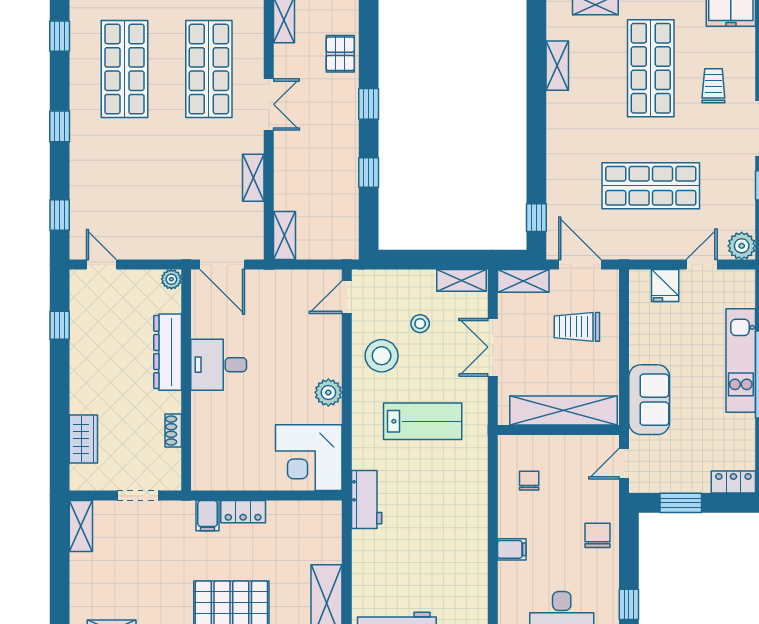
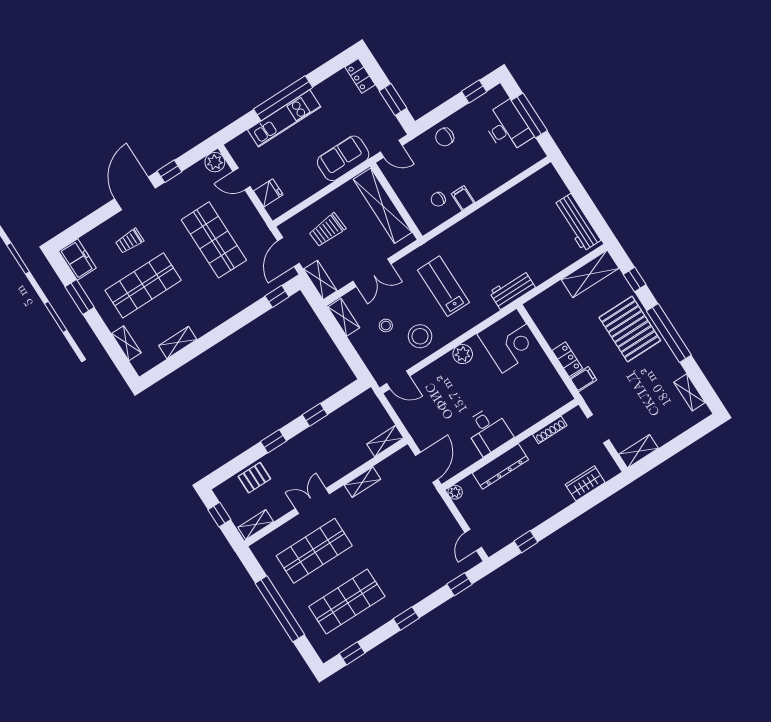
trolley: (577, 327) -> (327, 230), turned 86
shoe rack: (173, 431) -> (550, 430), width x1.43
filing cabinet: (512, 549) -> (463, 198), moved

